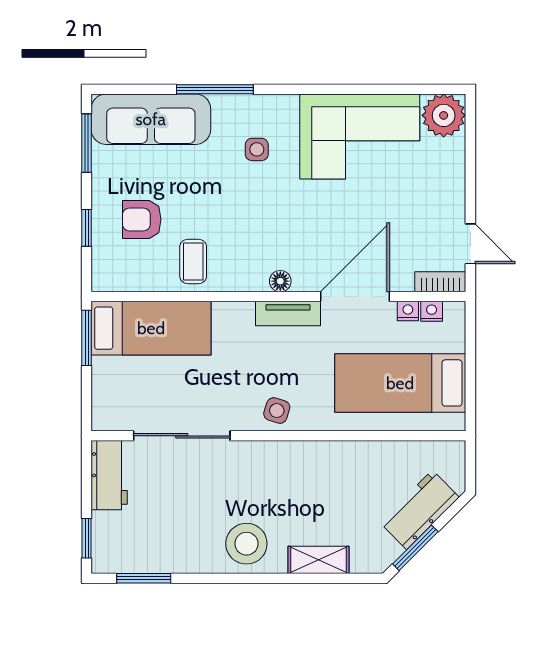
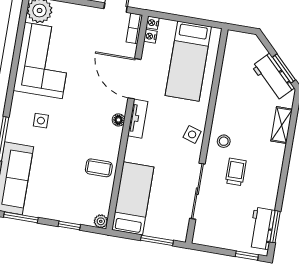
armchair: (142, 219) -> (70, 193), removed
plant: (103, 280) -> (101, 221), added
nightstand: (408, 311) -> (153, 23), moved
window: (87, 338) -> (157, 240), moved
workbench: (109, 475) -> (262, 228), moved, turned -90
trolley: (226, 495) -> (236, 172), added
workbench: (419, 510) -> (273, 77), moved
stool: (246, 544) -> (224, 141), moved, width x0.53, depth x0.53

